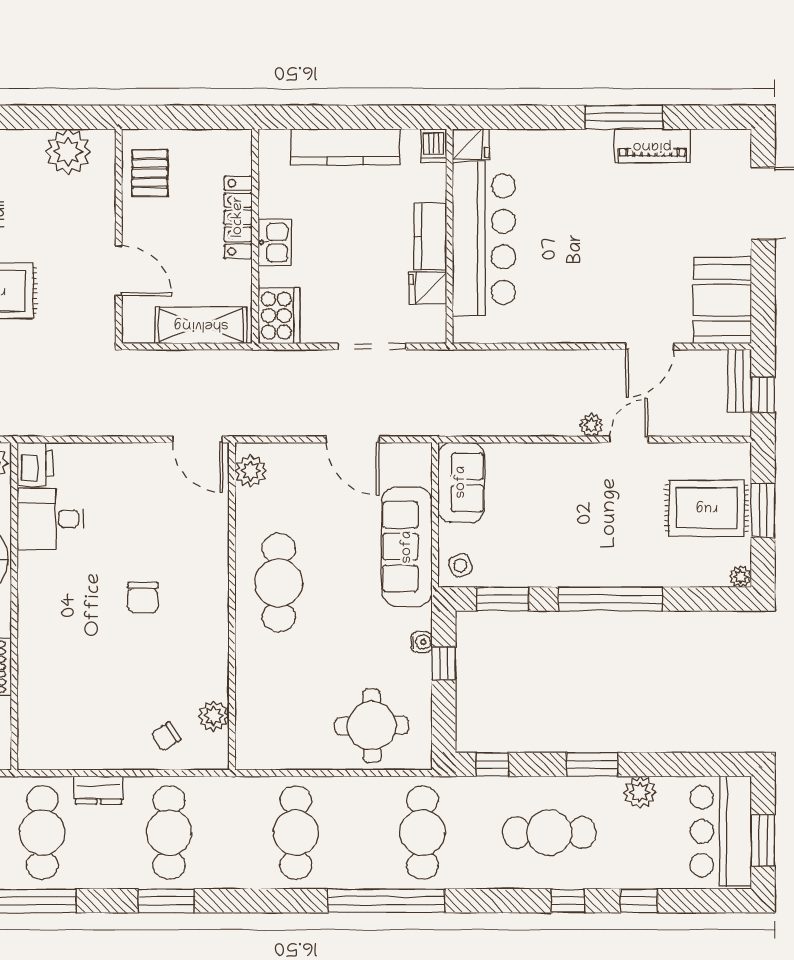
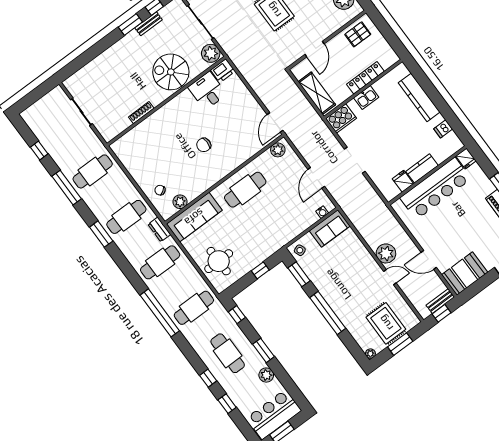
fridge: (471, 144) -> (466, 158), moved
wall: (450, 236) -> (427, 175), moved
kitchen counter: (430, 237) -> (422, 168), moved
bar counter: (484, 239) -> (435, 188), moved
fridge: (428, 288) -> (403, 181), moved
plant: (591, 425) -> (386, 253), width x1.88, depth x1.88
sofa: (407, 547) -> (194, 217), moved, turned 180
water cooler: (422, 642) -> (322, 212), moved
dresser: (98, 790) -> (159, 229), moved

